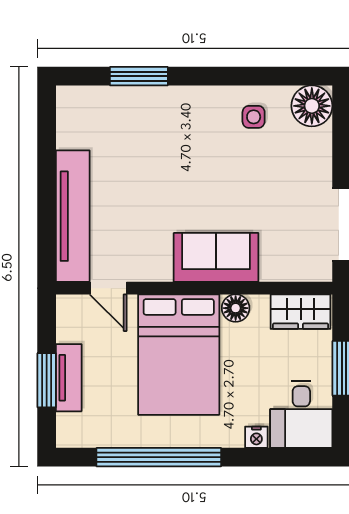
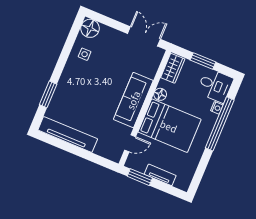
tv unit: (73, 216) -> (68, 134), moved
sofa: (216, 257) -> (133, 100), width x1.36
window: (47, 380) -> (140, 177), moved
window: (159, 457) -> (220, 124), moved

